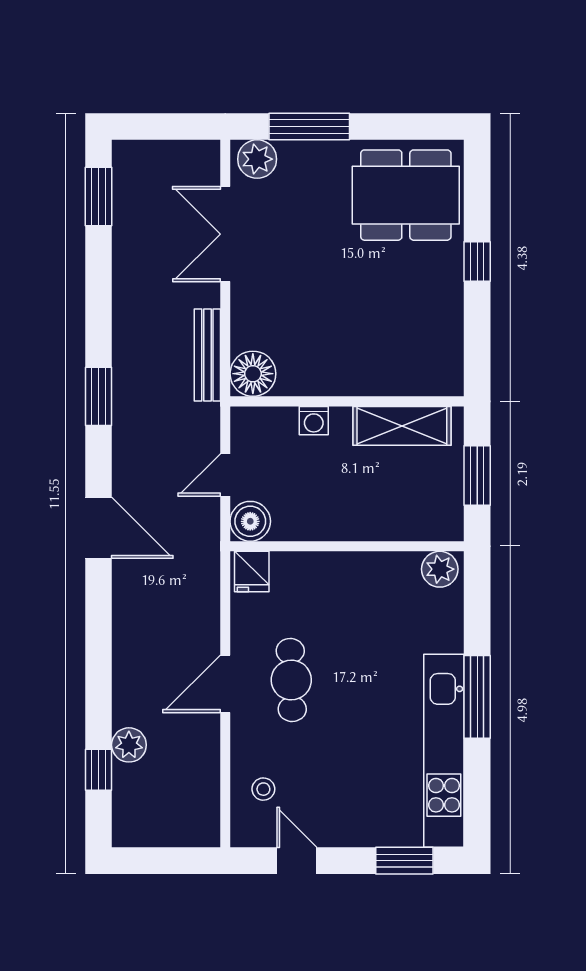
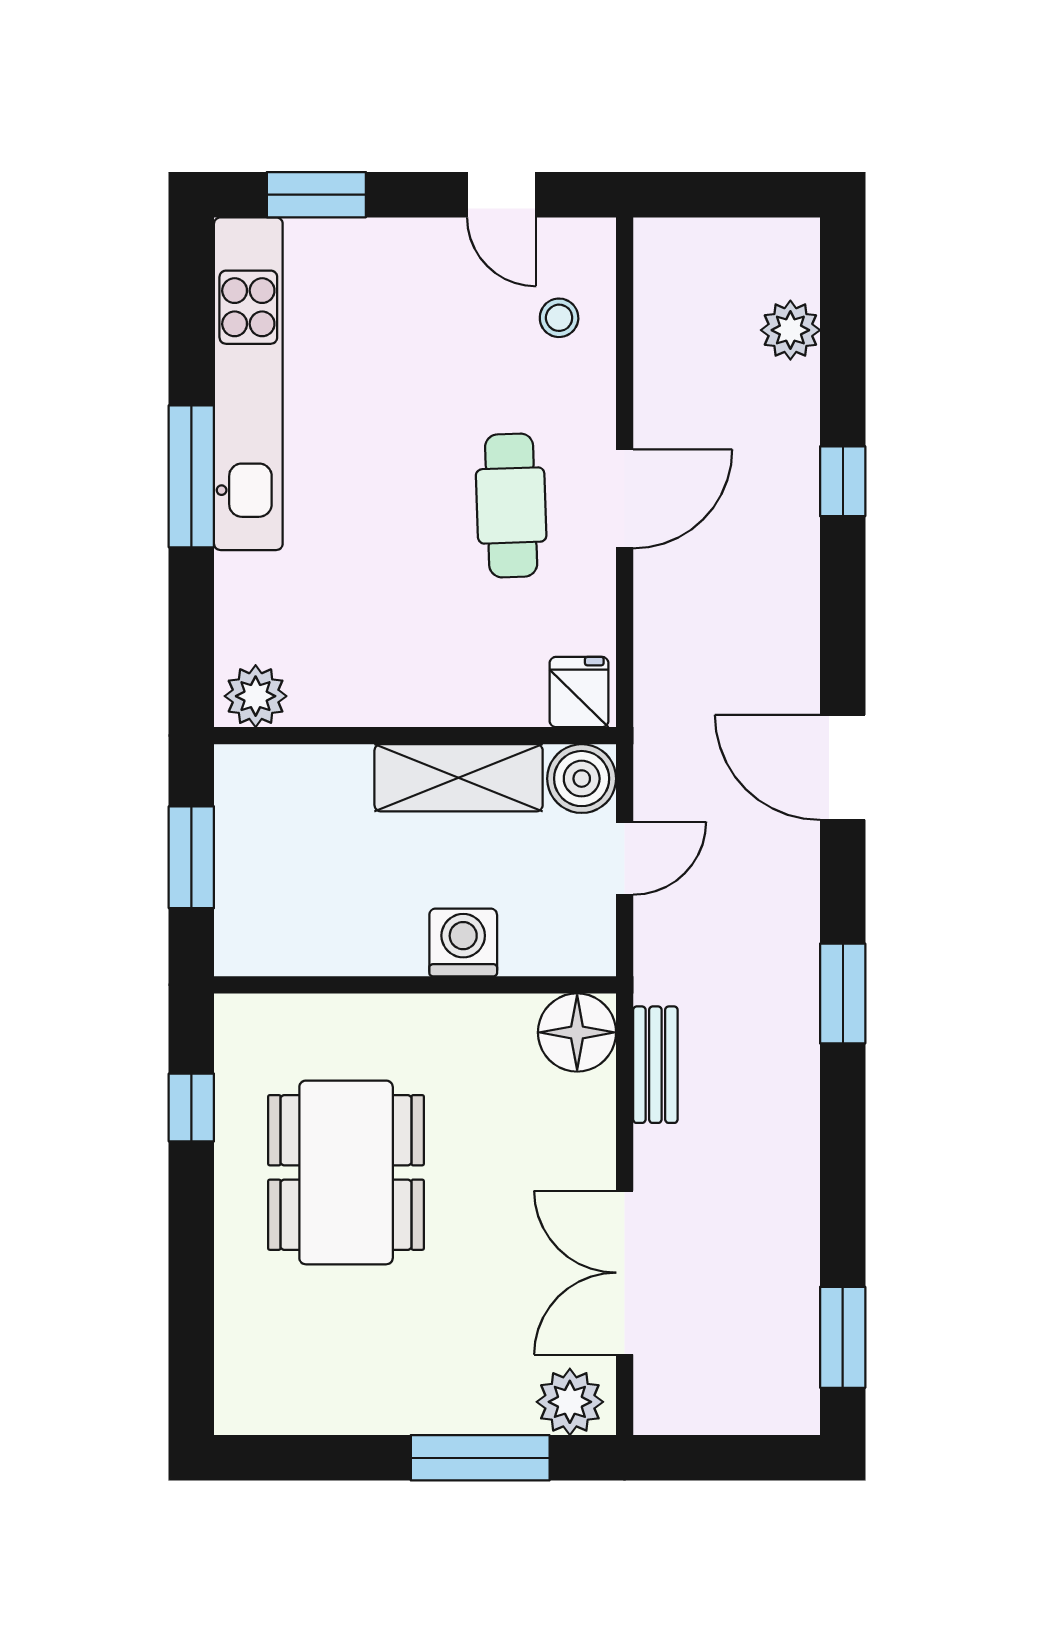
dining table: (406, 195) -> (346, 1172), moved, turned 90
double door: (225, 234) -> (625, 1273), swing flipped
window: (477, 262) -> (191, 1108), moved
bench: (207, 355) -> (655, 1065), width x0.73
washing machine: (314, 421) -> (463, 942), width x1.38, depth x1.38
shelving: (402, 426) -> (459, 778), moved
plant: (129, 745) -> (790, 330), moved
window: (99, 770) -> (843, 481), moved

